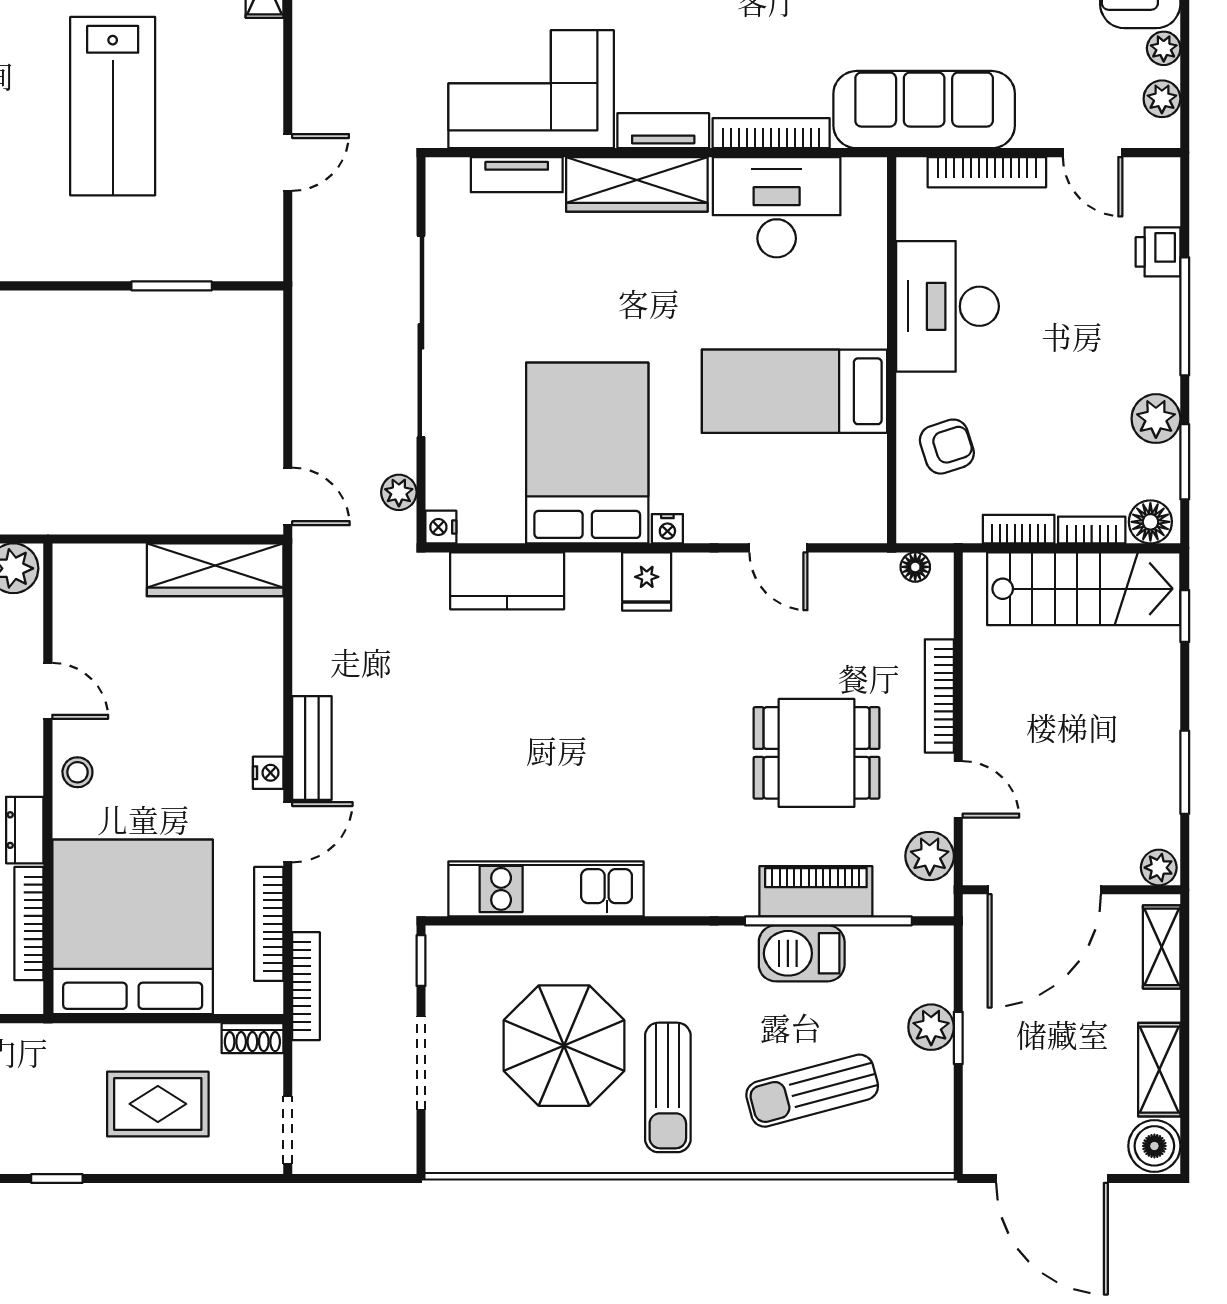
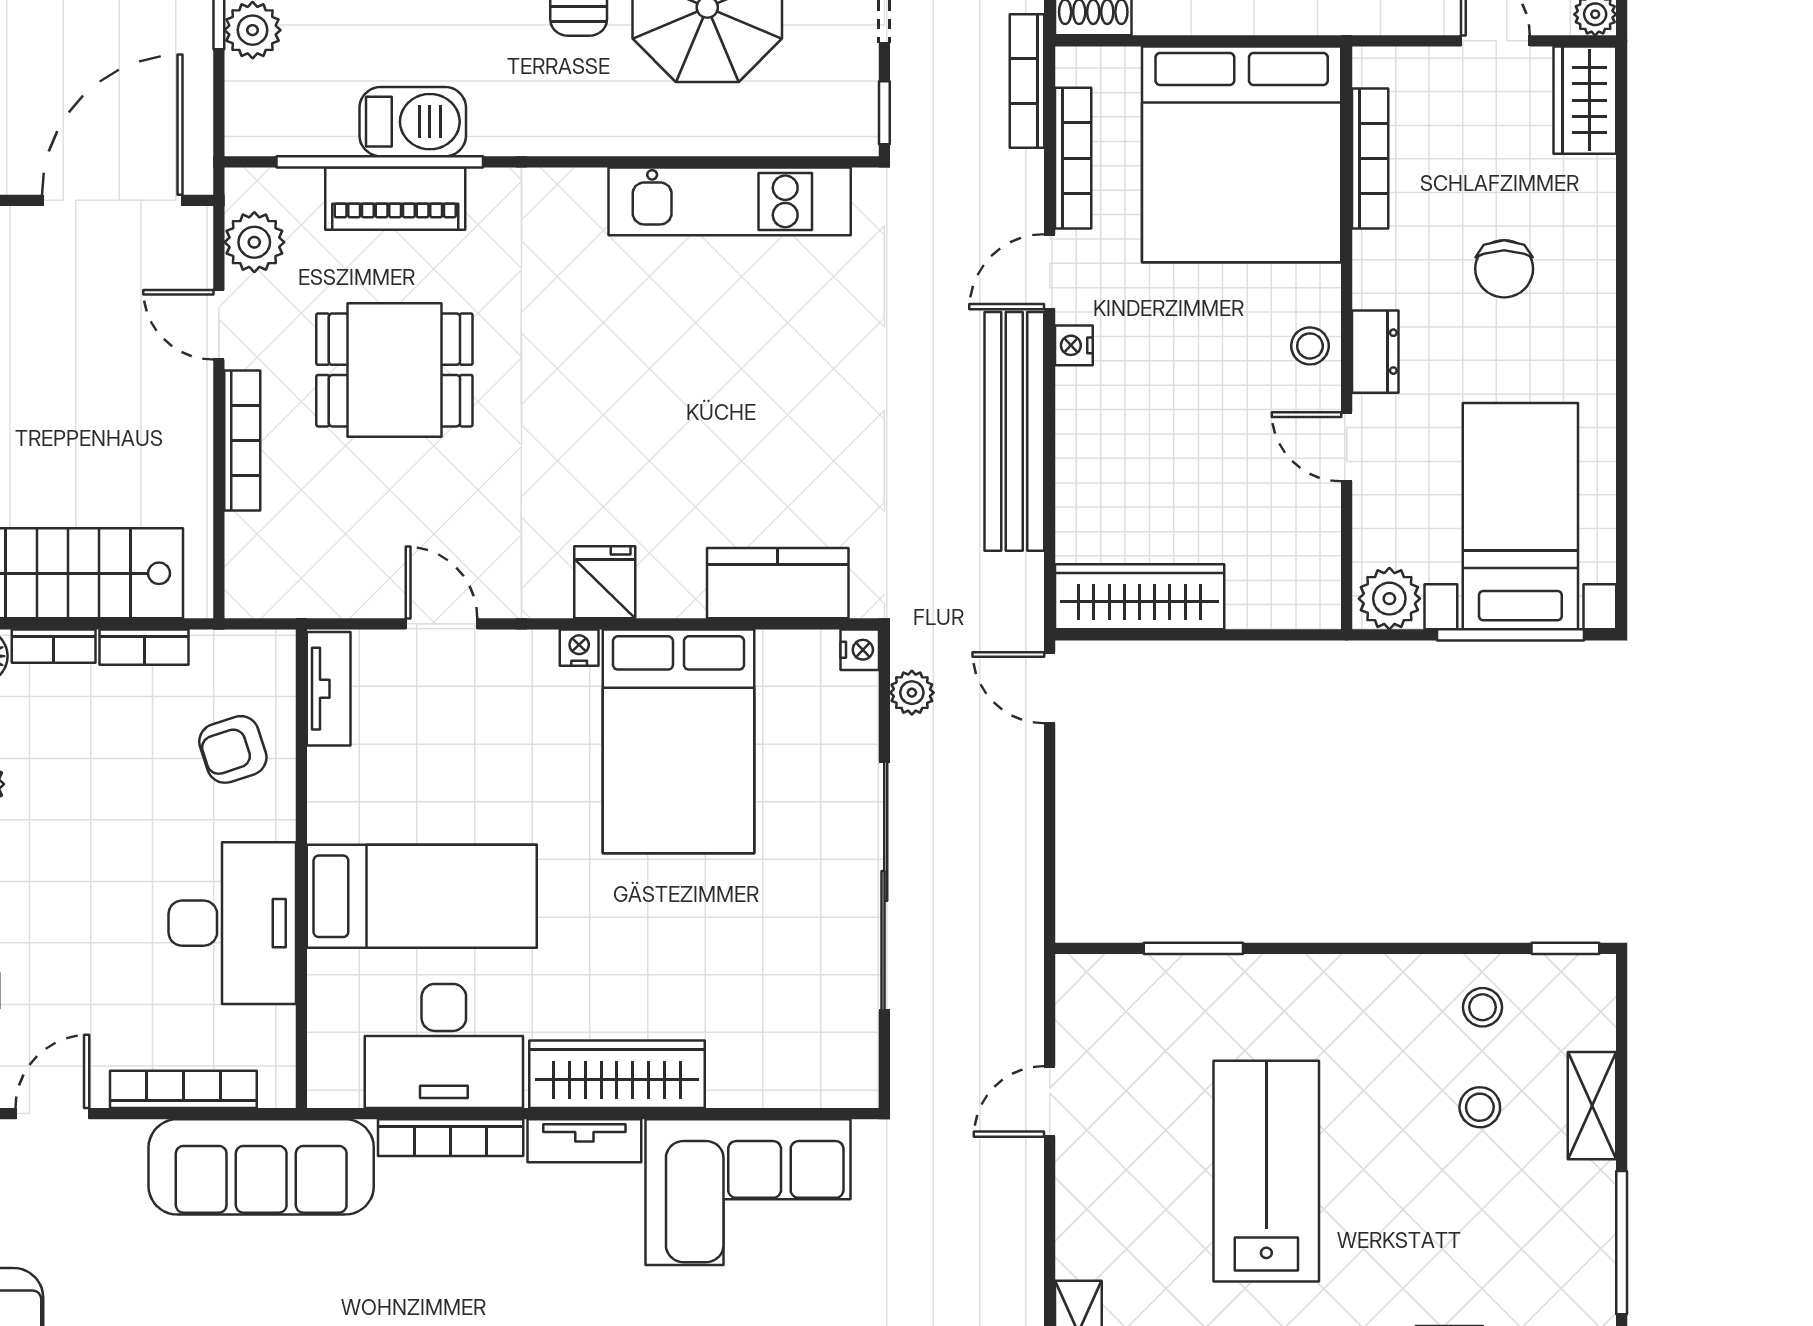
door: (1093, 153) -> (52, 1114), hinge flipped
tv unit: (517, 175) -> (329, 689), moved, turned 90
bed: (795, 391) -> (422, 896), moved
floor lamp: (915, 567) -> (272, 600), removed
bench: (312, 748) -> (1014, 431), width x1.86, depth x1.21
dresser: (25, 830) -> (1375, 352), moved

